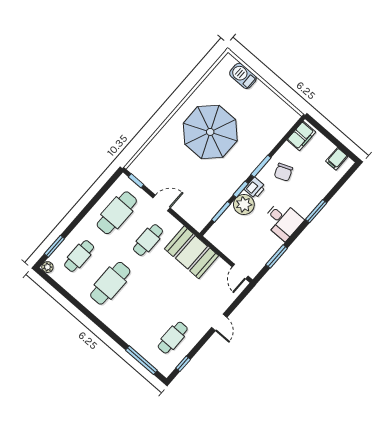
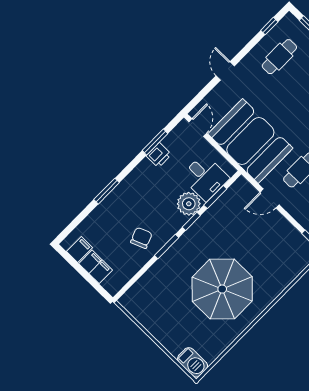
barbecue: (243, 76) -> (193, 362), moved
filing cabinet: (301, 136) -> (96, 267), moved, turned 90
printer: (255, 188) -> (159, 155), moved, turned 180
door: (162, 203) -> (270, 198), moved
desk: (283, 220) -> (205, 177), moved, turned 180
booth: (192, 252) -> (250, 141), width x1.36, depth x1.42

